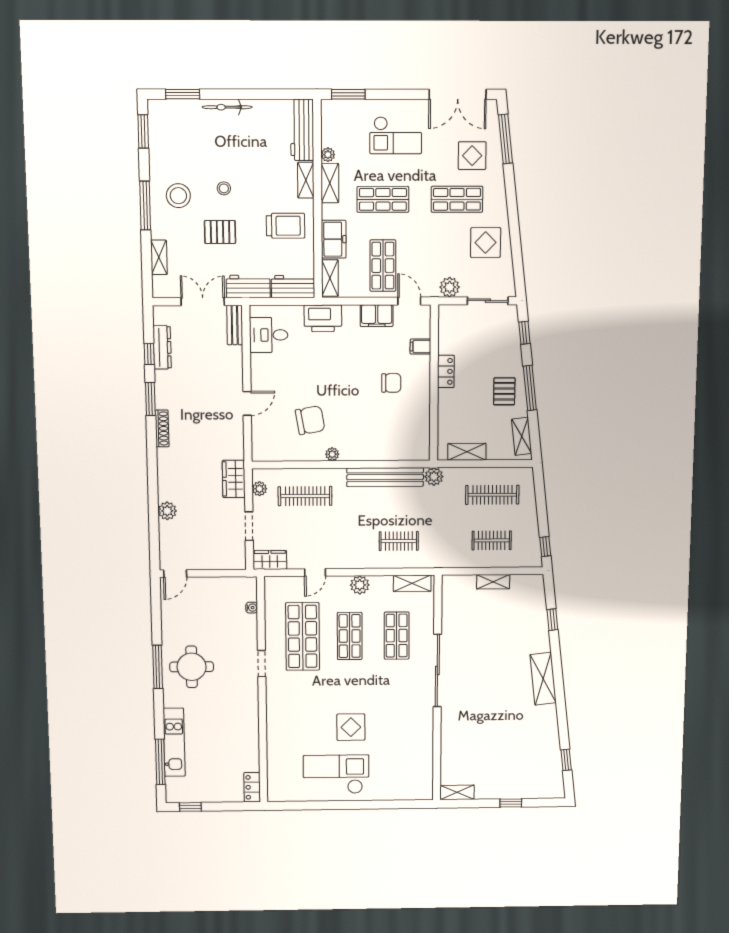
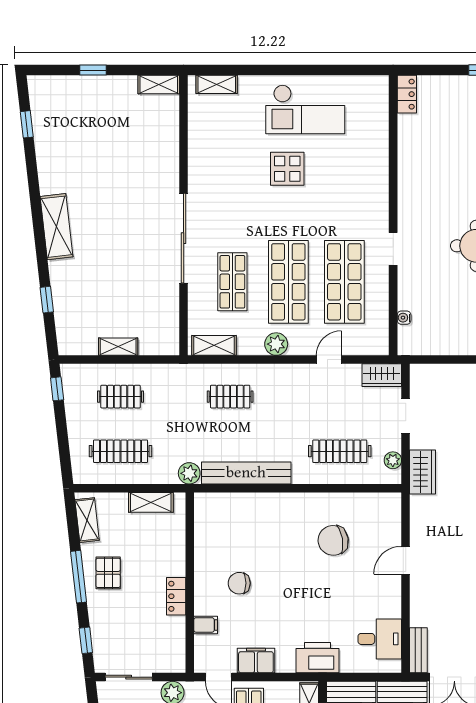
plant: (332, 454) -> (308, 500), removed
shop shelf: (350, 636) -> (288, 282), width x1.43, depth x1.36
shelving: (409, 793) -> (217, 84), added

